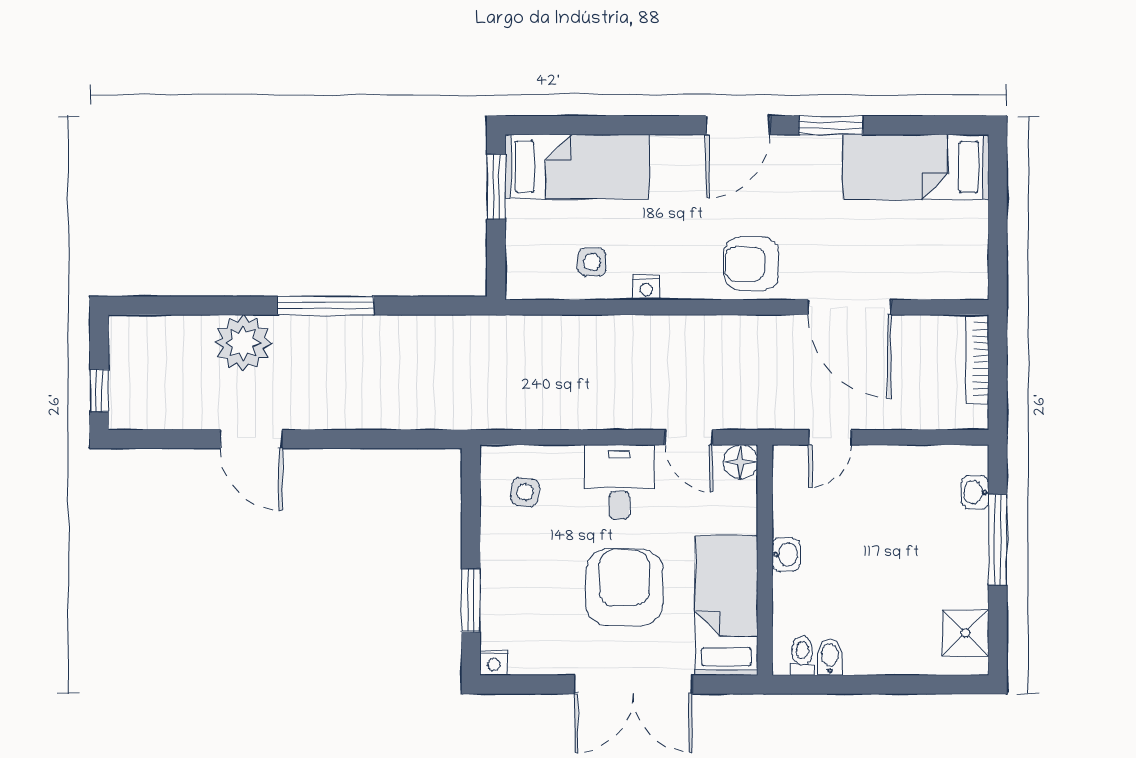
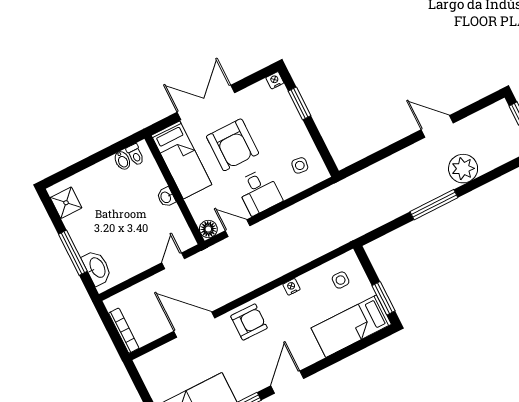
side table: (592, 262) -> (341, 280), moved
washbasin: (975, 492) -> (97, 268), width x1.91, depth x1.45

